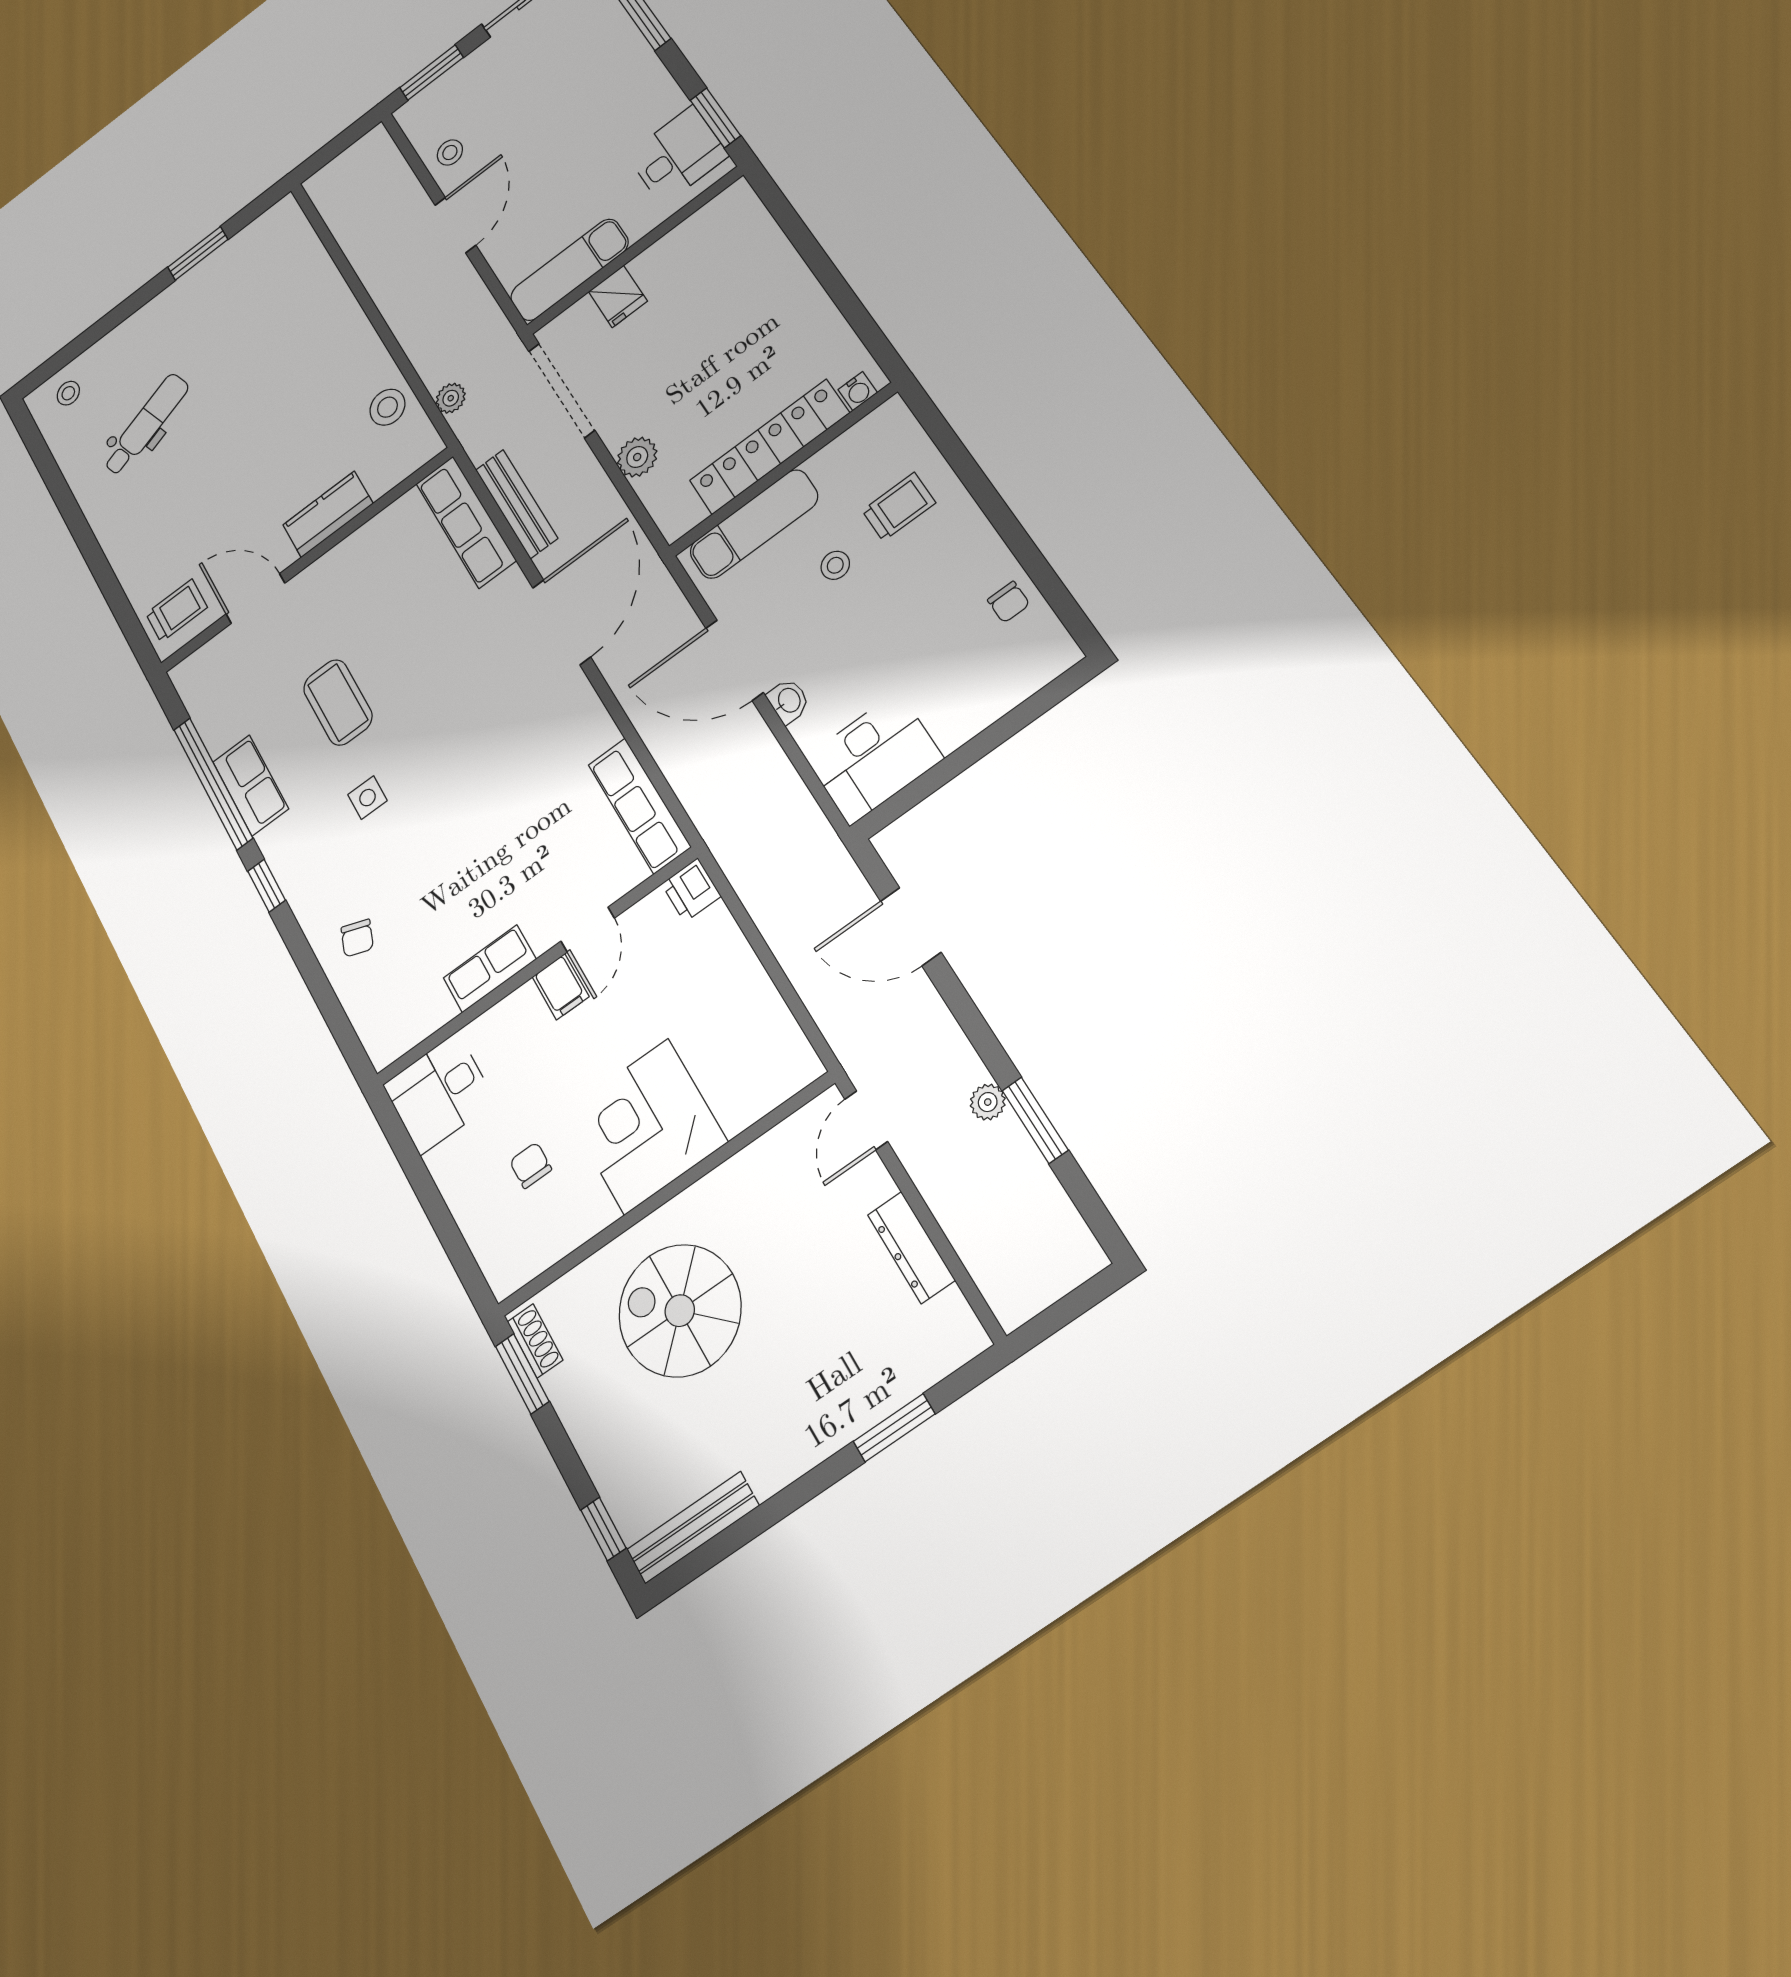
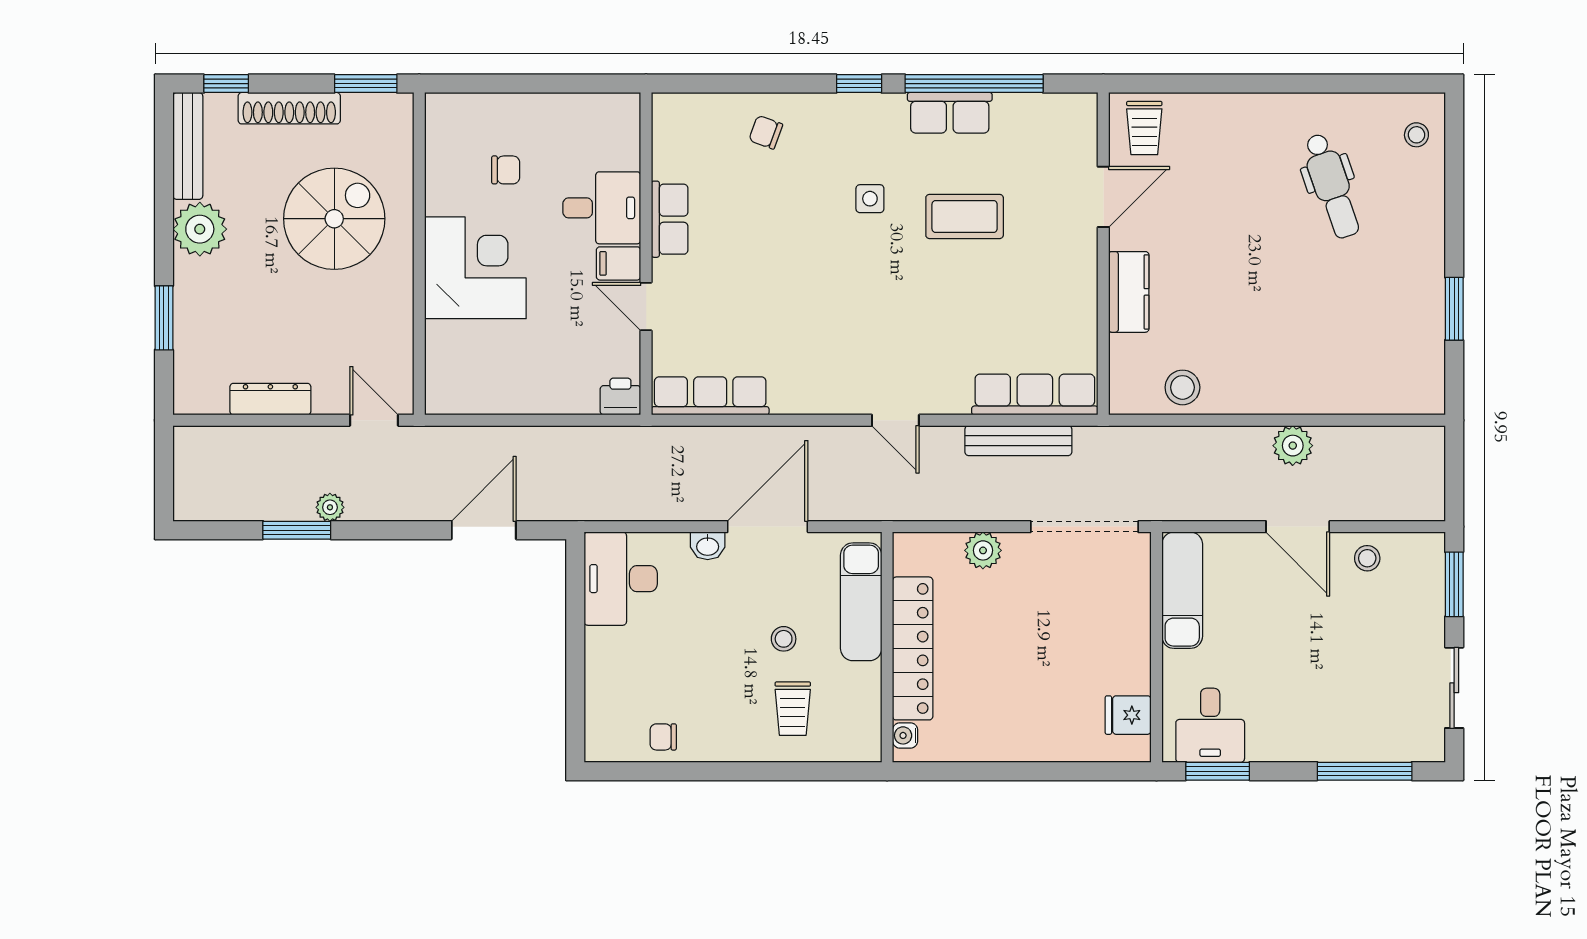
fridge: (618, 296) -> (1128, 715), moved
plant: (451, 398) -> (1293, 446), moved, width x1.38, depth x1.38
door: (562, 622) -> (895, 420), width x0.53
desk: (439, 1093) -> (602, 208), moved, turned 90
shoe rack: (535, 1341) -> (289, 108), moved, width x1.94, depth x1.24
plant: (774, 1453) -> (200, 229), added

